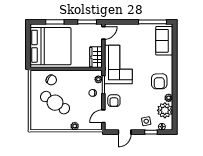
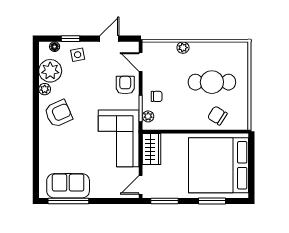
sofa: (164, 41) -> (68, 186), moved, turned -90
armchair: (159, 81) -> (58, 113), turned 67
cafe table: (55, 103) -> (212, 82), turned -33
door: (103, 116) -> (141, 62), swing flipped

